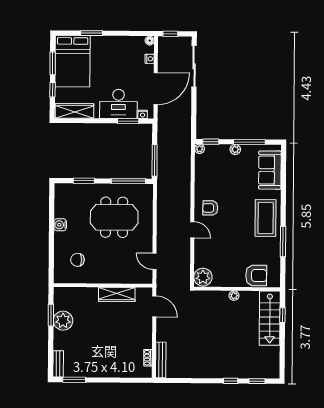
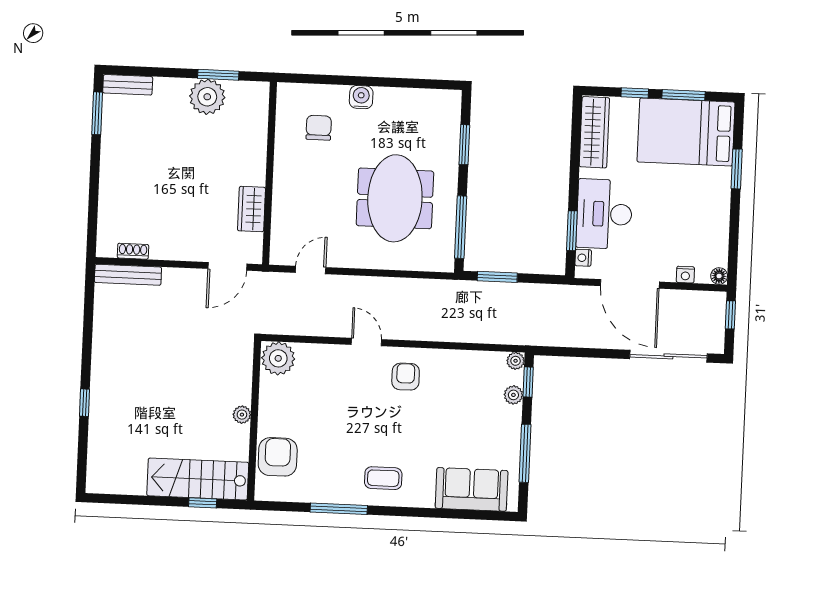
plant: (235, 149) -> (513, 395), moved
window: (155, 160) -> (497, 277), width x0.69
coffee table: (266, 218) -> (383, 478), width x0.54, depth x0.58
water cooler: (60, 225) -> (361, 97), moved
door: (192, 230) -> (366, 342), swing flipped
armchair: (256, 275) -> (278, 457), turned 180
wardrobe: (117, 294) -> (251, 209), width x0.67
window: (257, 381) -> (82, 451), removed

